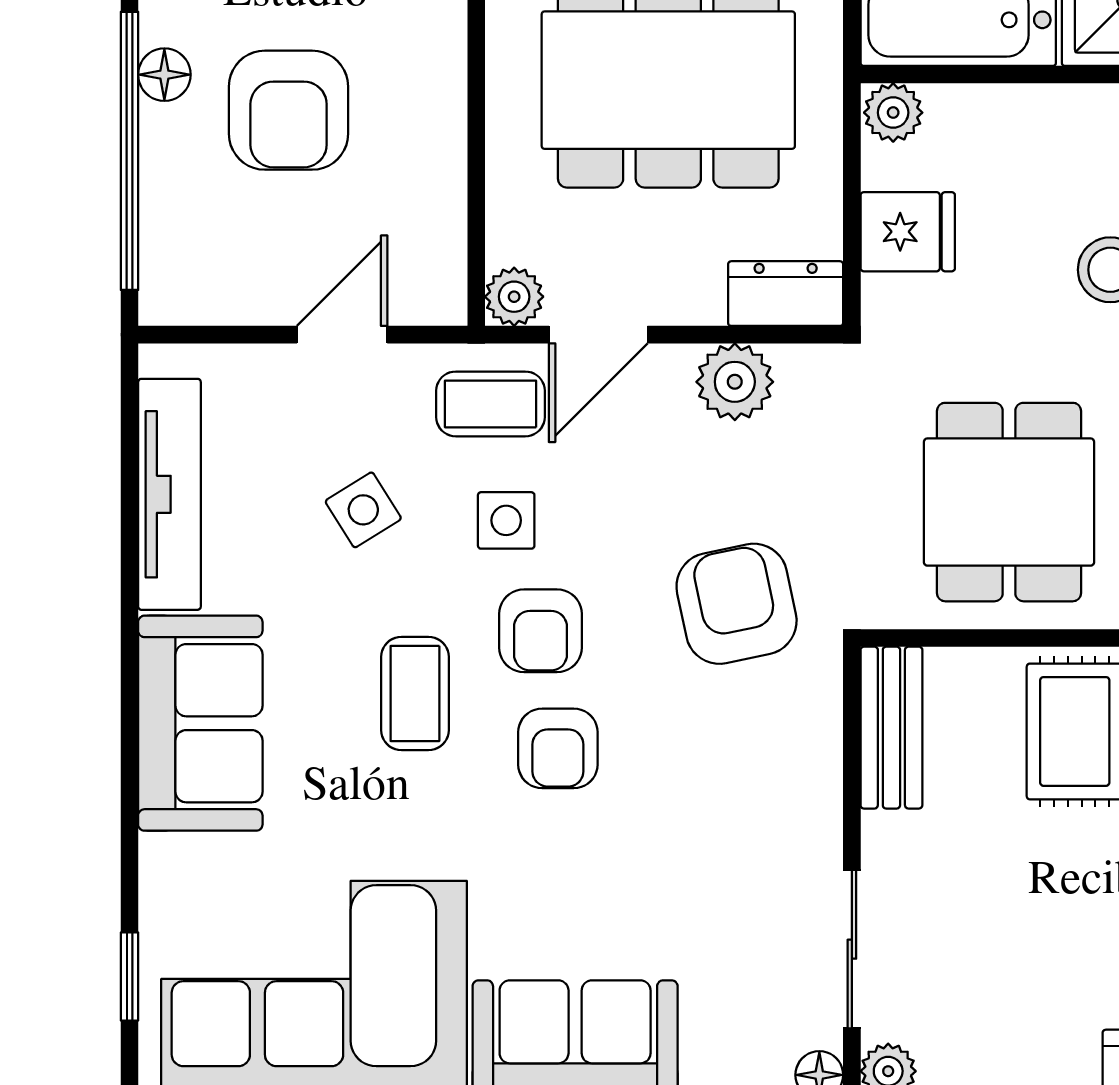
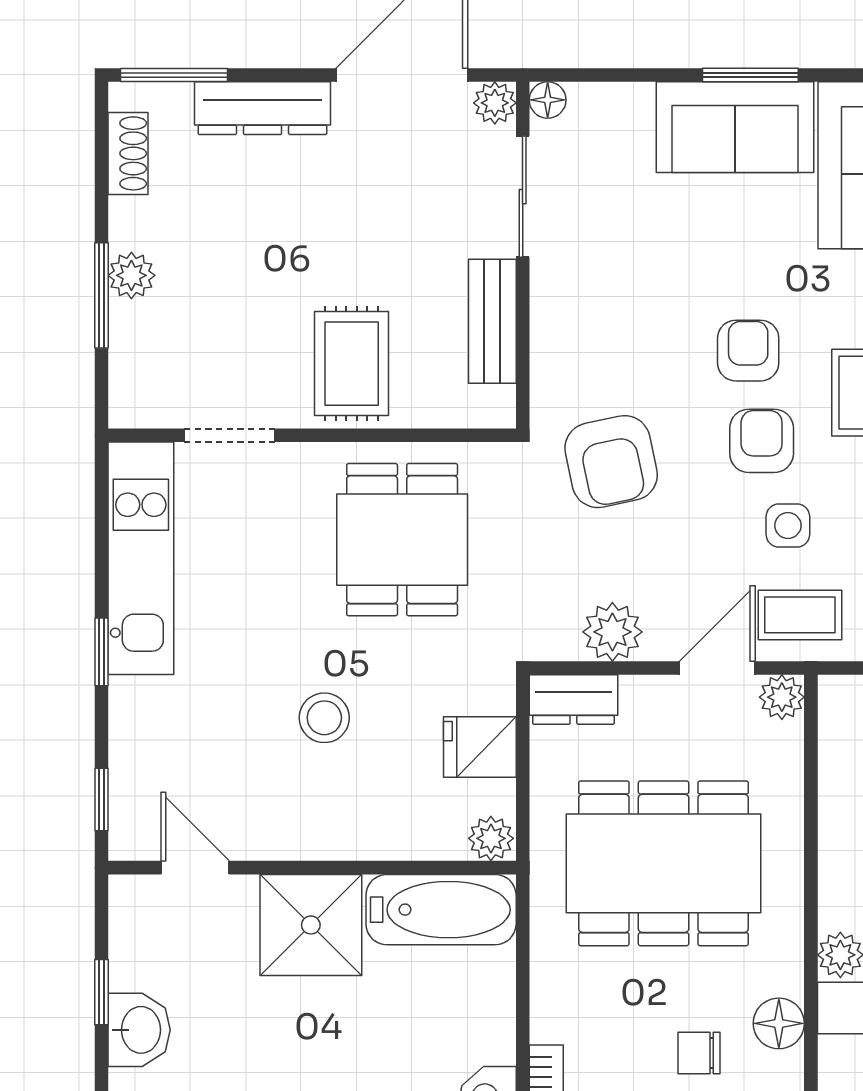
bench: (891, 728) -> (492, 321), moved

